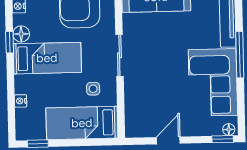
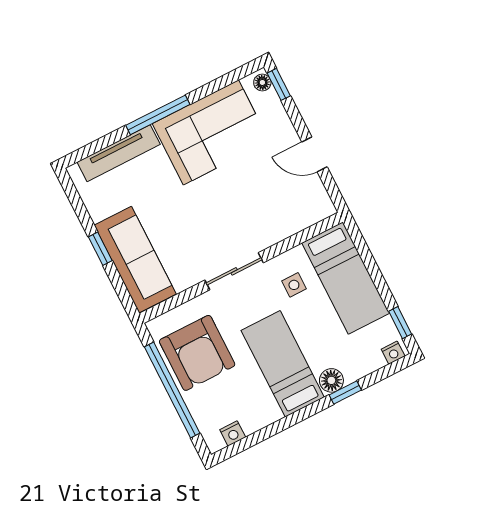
floor lamp: (21, 34) -> (331, 380), moved
window: (10, 42) -> (345, 393), moved
nightstand: (21, 101) -> (393, 353), moved

